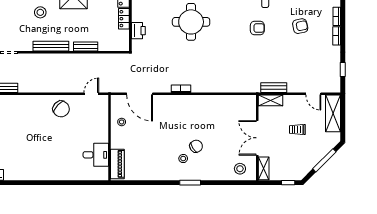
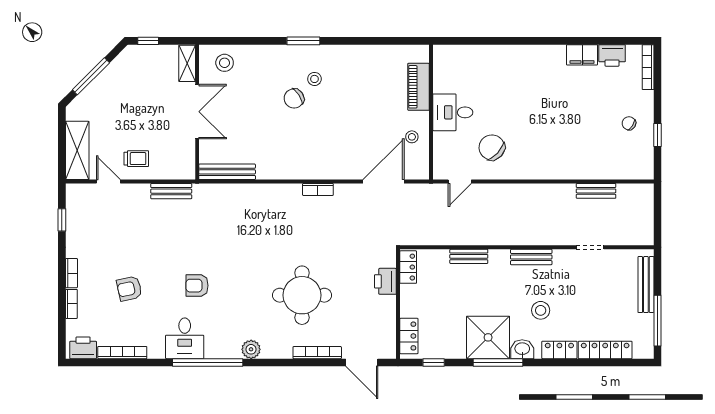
locker: (124, 19) -> (408, 267), moved
bench: (51, 46) -> (531, 257), width x0.73
door: (140, 94) -> (384, 182), hinge flipped
bench: (238, 100) -> (227, 172), added
shelving: (271, 100) -> (176, 171), removed
chair: (61, 109) -> (492, 147), moved
trolley: (297, 129) -> (136, 159), moved
desk: (96, 155) -> (453, 112), moved
piano: (117, 164) -> (419, 87), moved
filing cabinet: (14, 174) -> (582, 55), added

